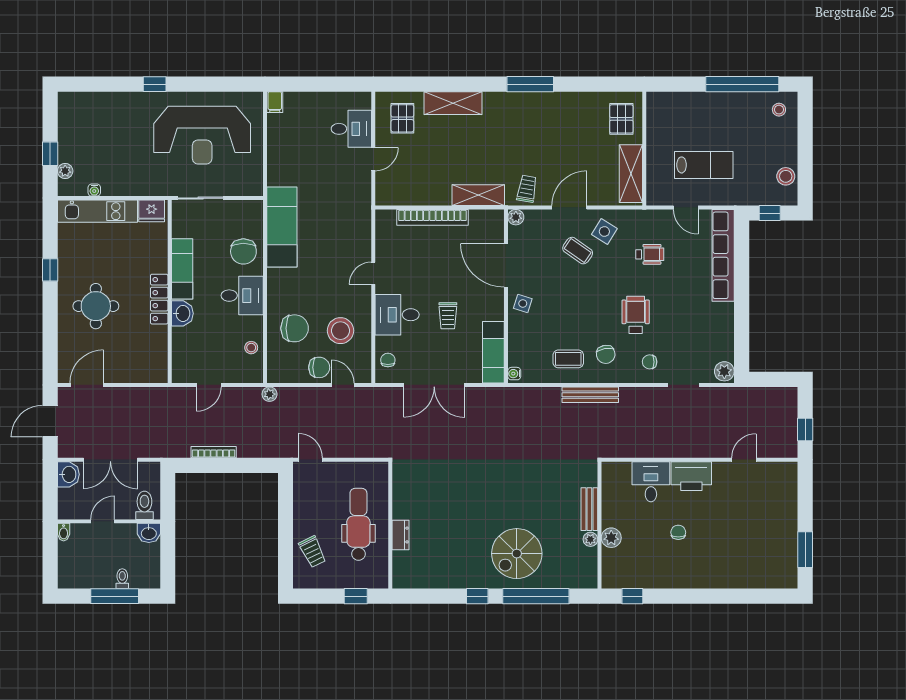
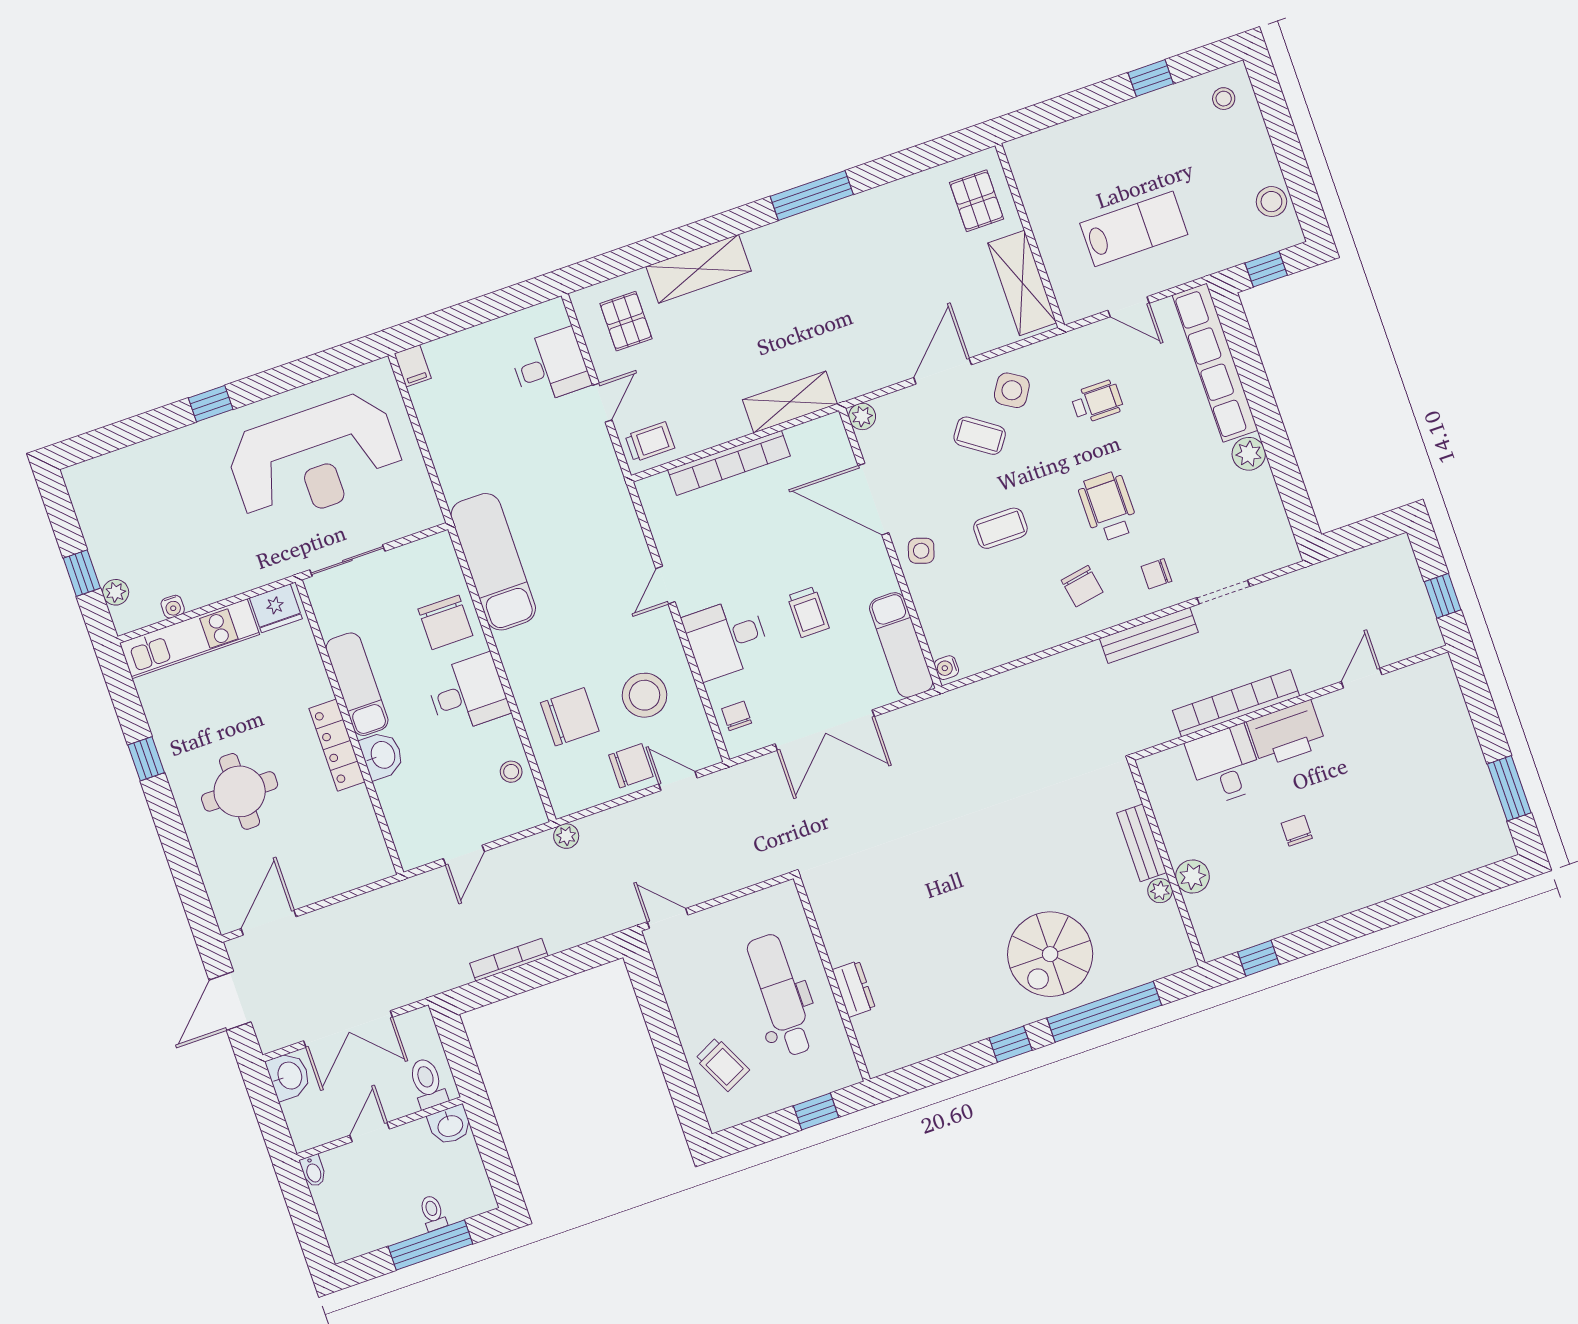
window: (742, 84) -> (1151, 78), width x0.32
trolley: (527, 189) -> (650, 442), moved, turned 80
coffee table: (568, 359) -> (1000, 528), moved
plant: (724, 371) -> (1249, 454), moved
bench: (590, 395) -> (1149, 635), moved
bookcase: (669, 449) -> (1236, 703), added

